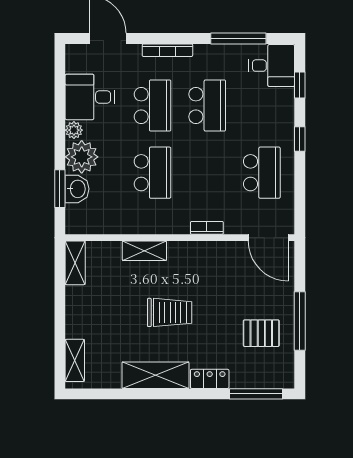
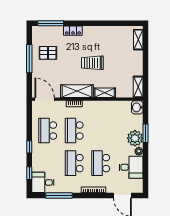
school desk: (152, 173) -> (74, 131), moved
window: (60, 189) -> (146, 133), moved
washbasin: (77, 189) -> (137, 107), moved
shelving: (155, 375) -> (77, 91), moved

